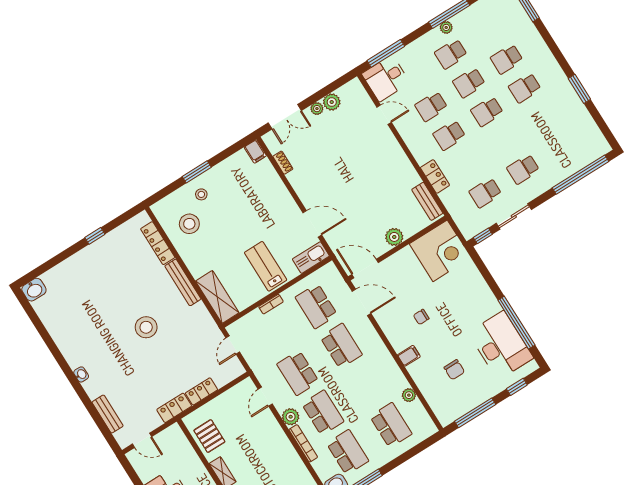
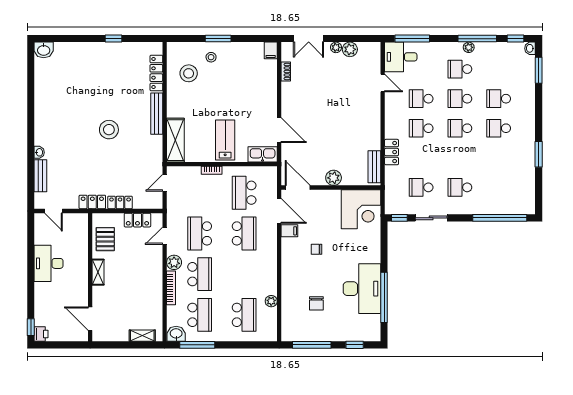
desk: (501, 345) -> (362, 289), moved
filing cabinet: (409, 356) -> (289, 231), moved
washbasin: (81, 374) -> (39, 152), moved
locker: (229, 398) -> (137, 220), added

